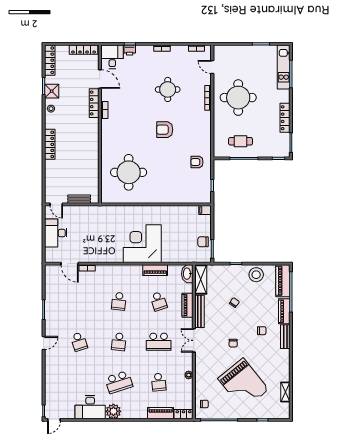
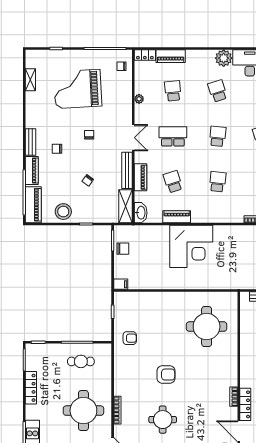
school desk: (119, 382) -> (218, 91), width x0.54
grand piano: (243, 384) -> (78, 89), turned -54

